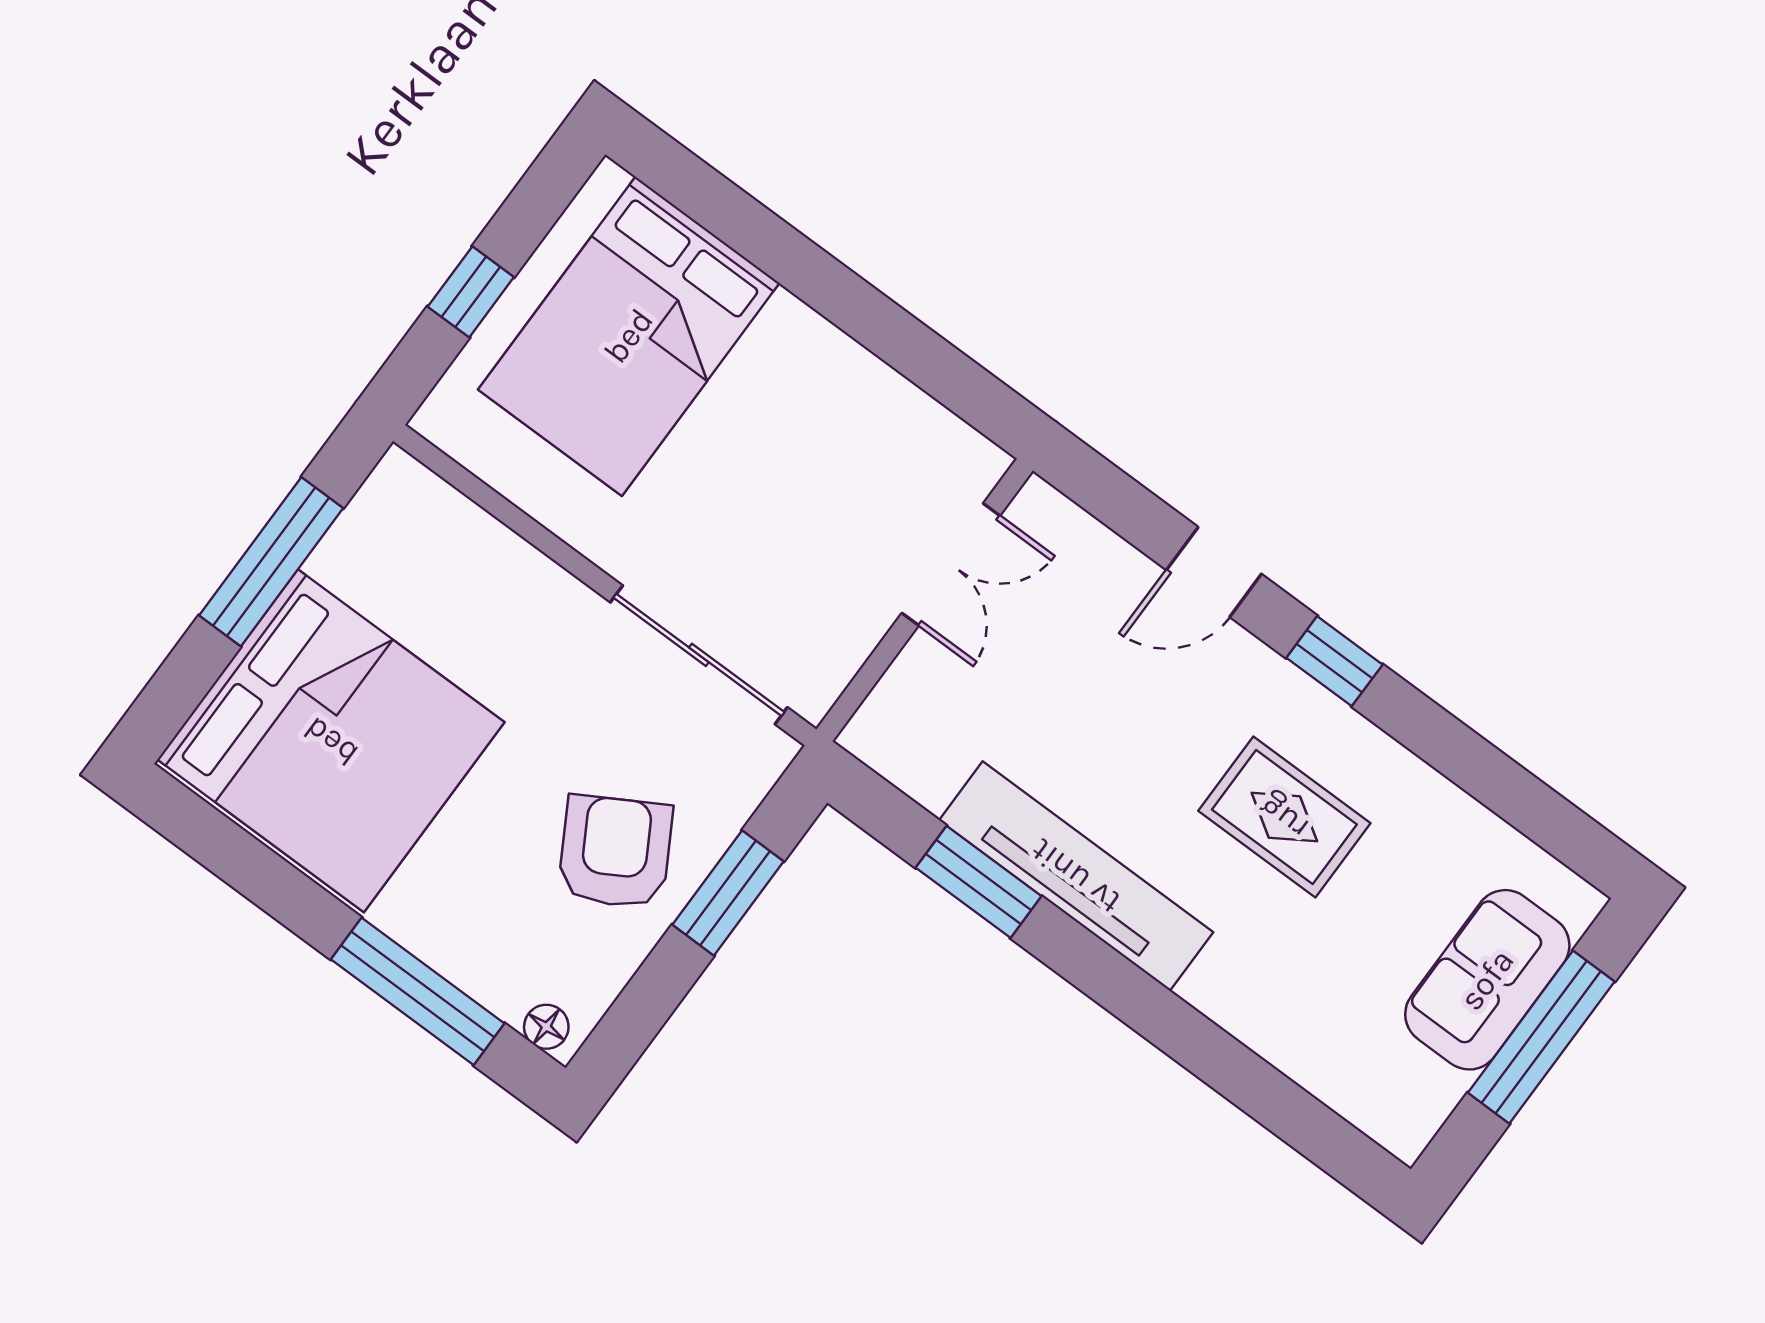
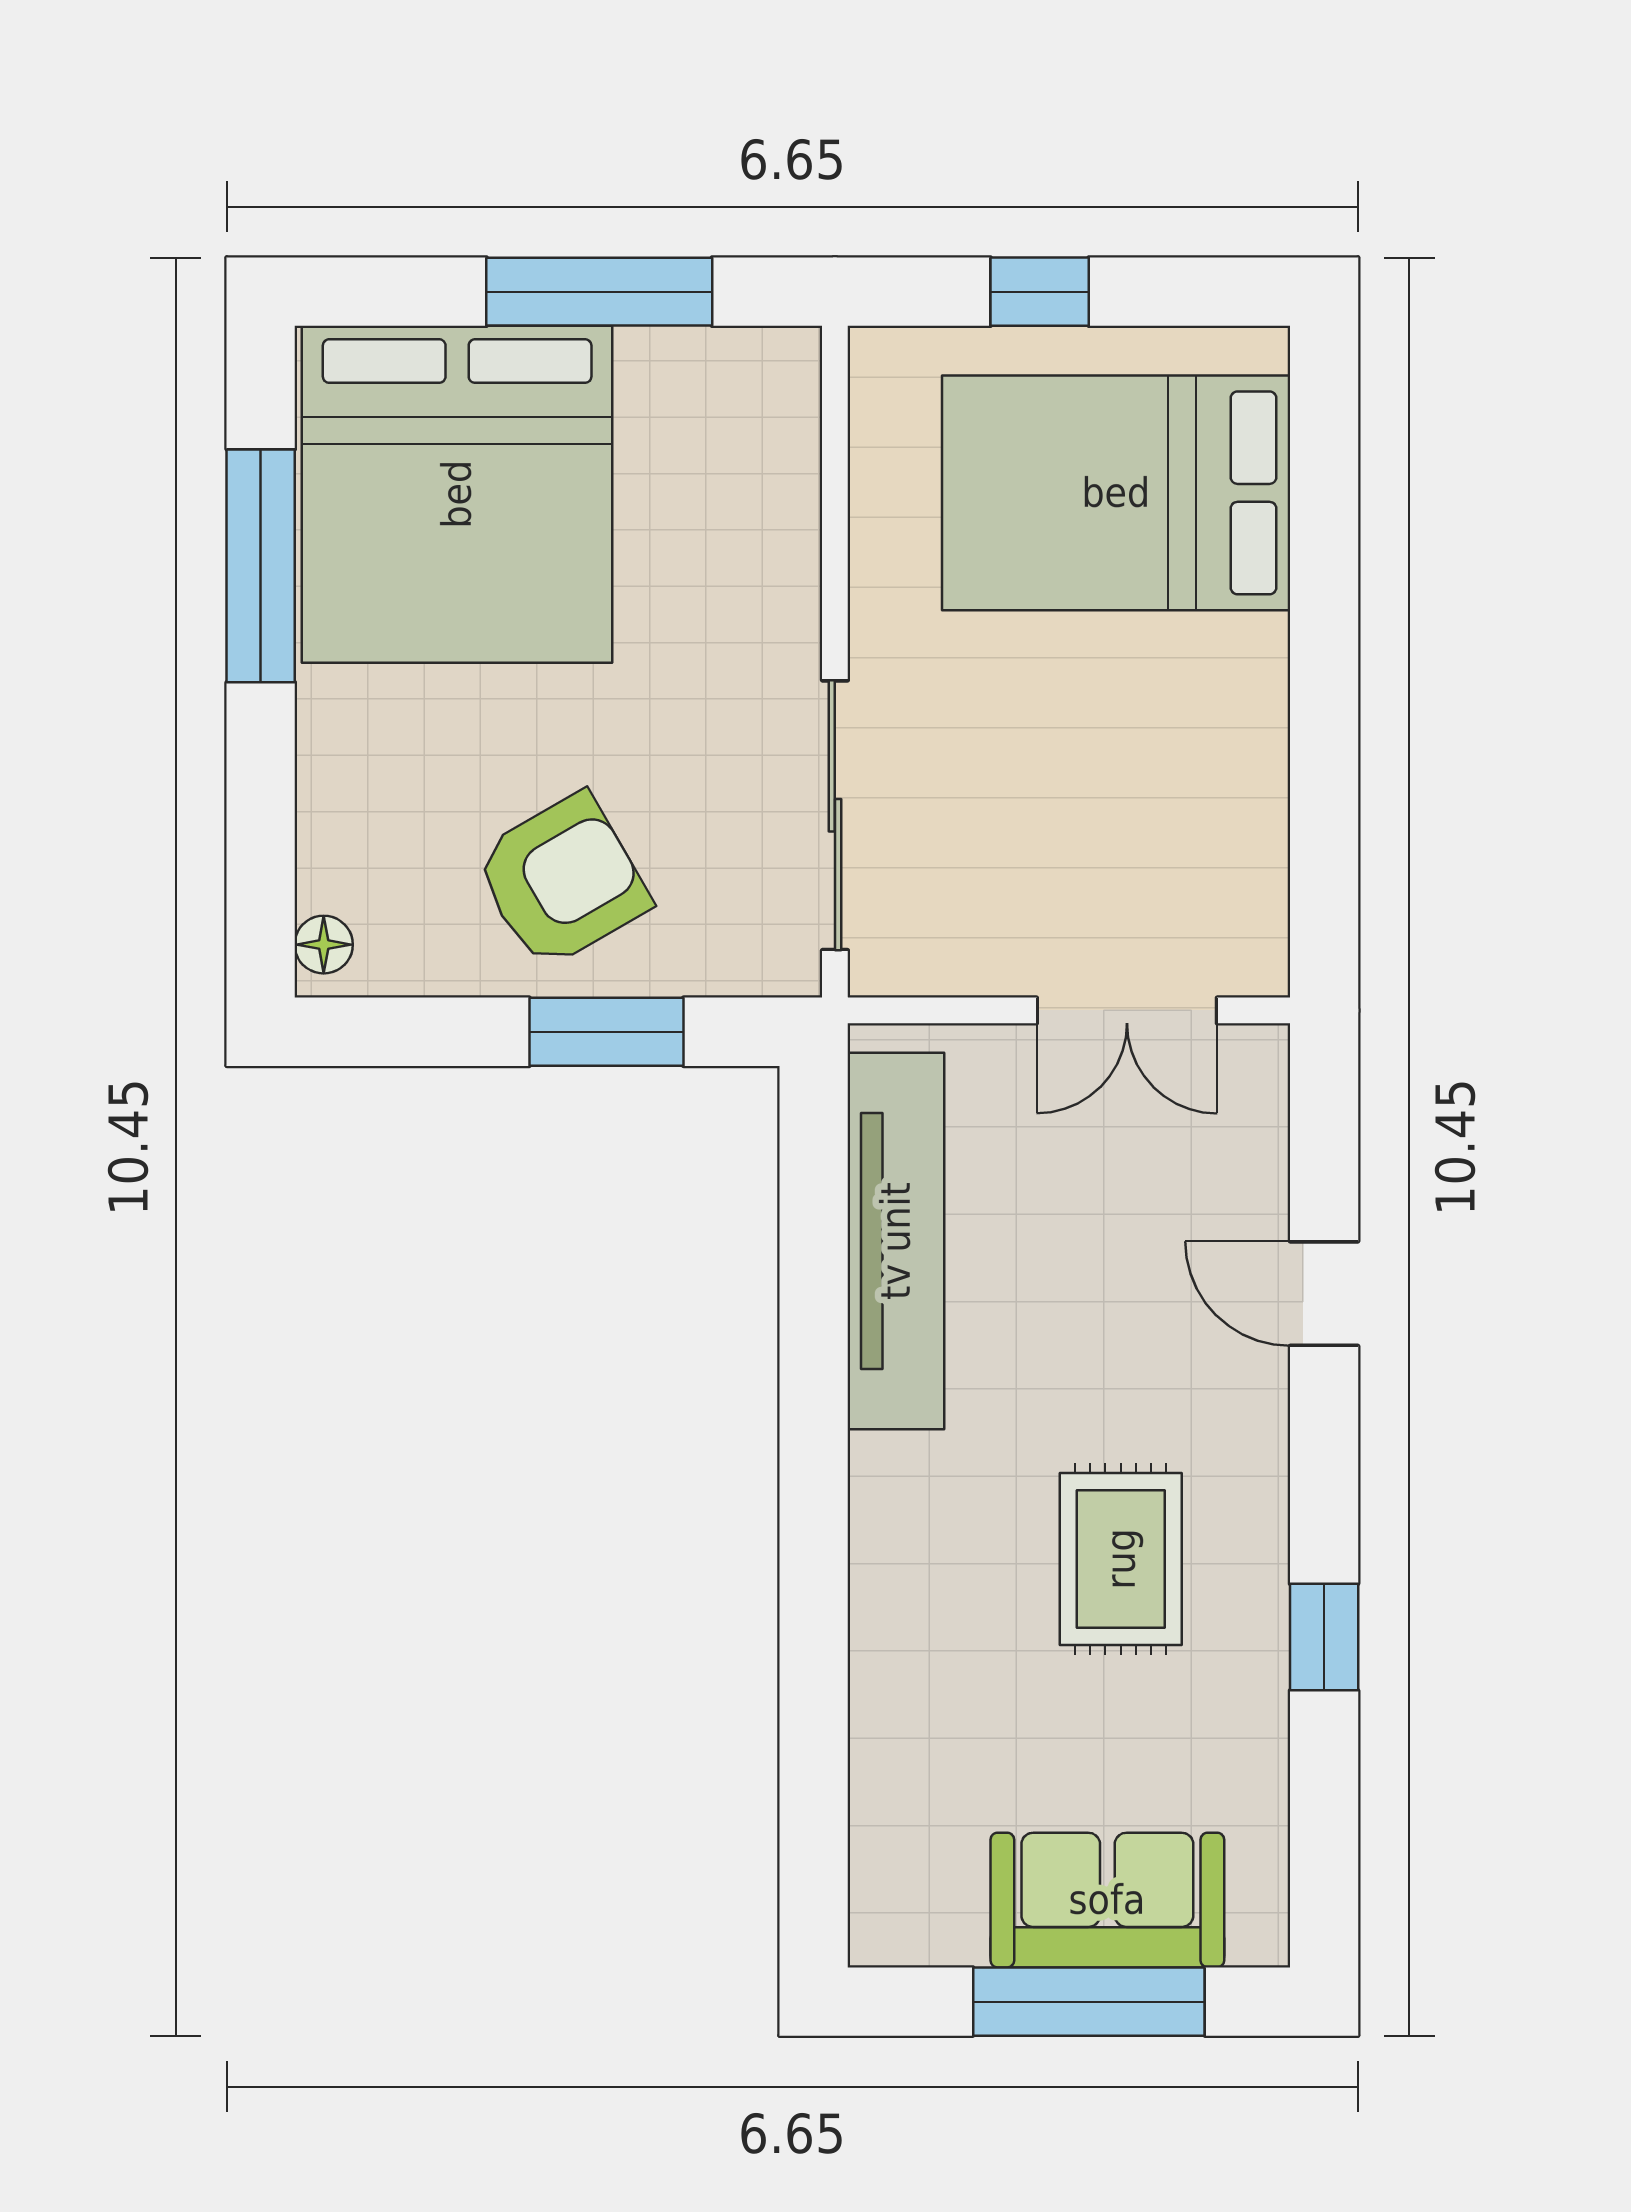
window: (1334, 661) -> (1324, 1637), moved
tv unit: (1076, 876) -> (896, 1241), moved
window: (979, 882) -> (814, 1287), removed
window: (418, 991) -> (261, 566), moved

